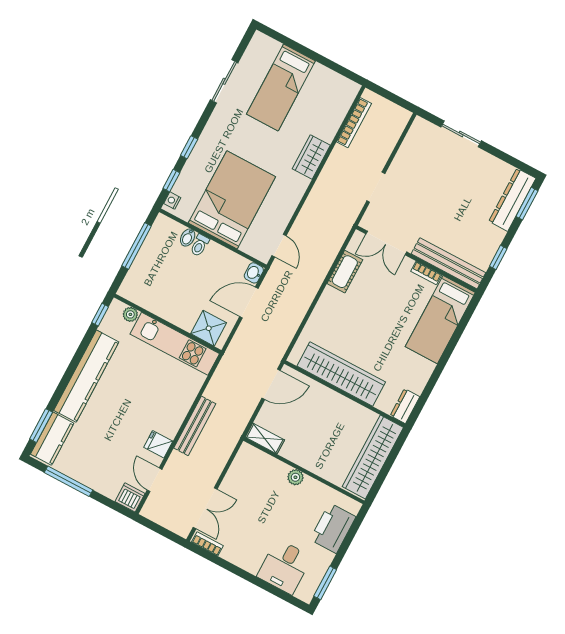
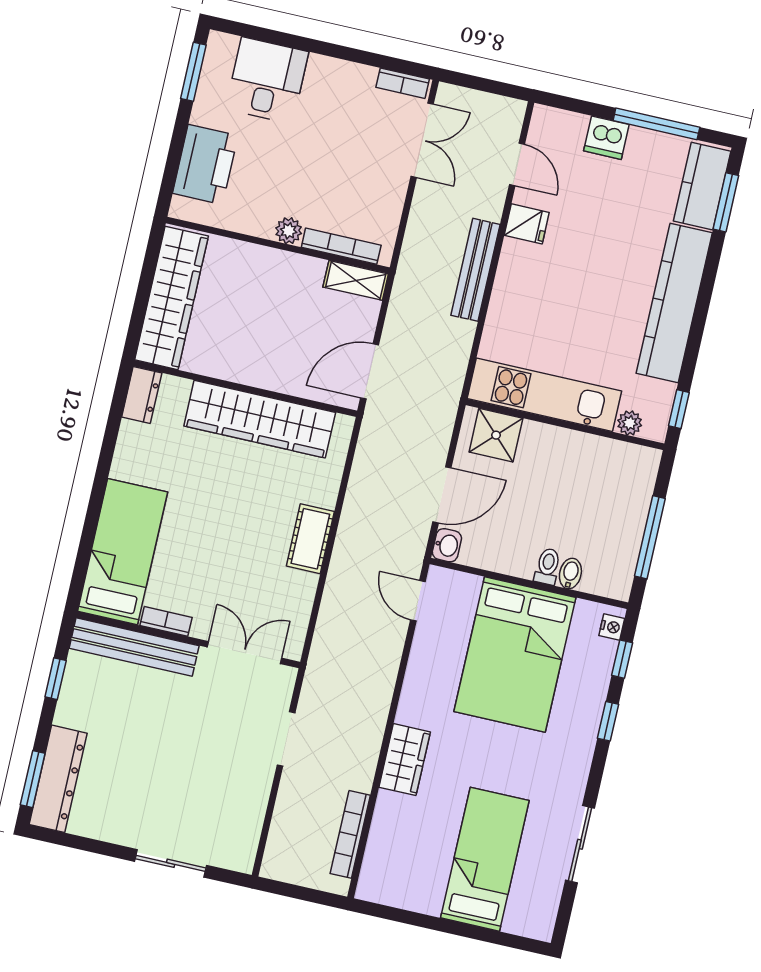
cot: (345, 272) -> (310, 539), moved
bookcase: (268, 460) -> (341, 246), added
dishwasher: (130, 497) -> (606, 138), moved
double door: (205, 508) -> (422, 140), swing flipped

